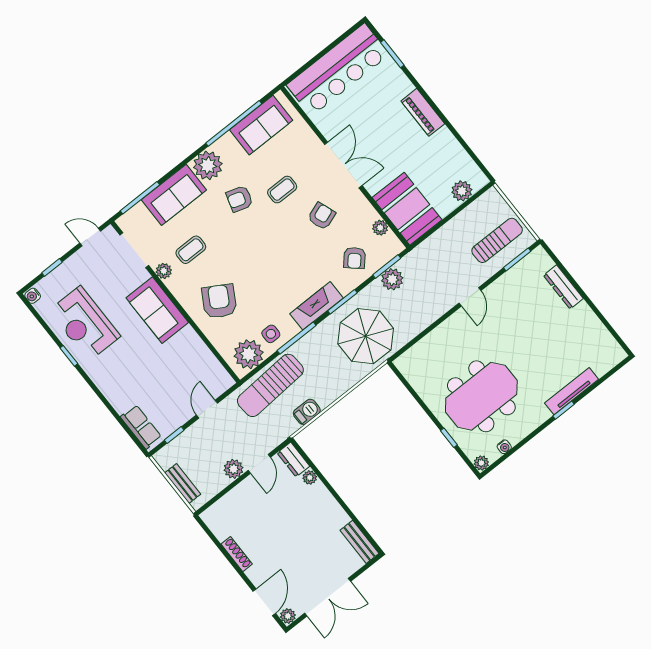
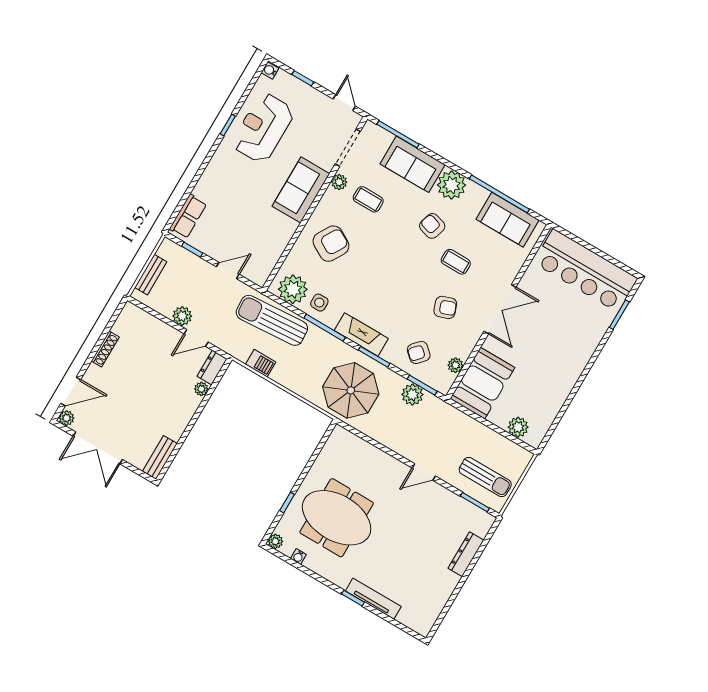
piano: (423, 112) -> (576, 364), removed

